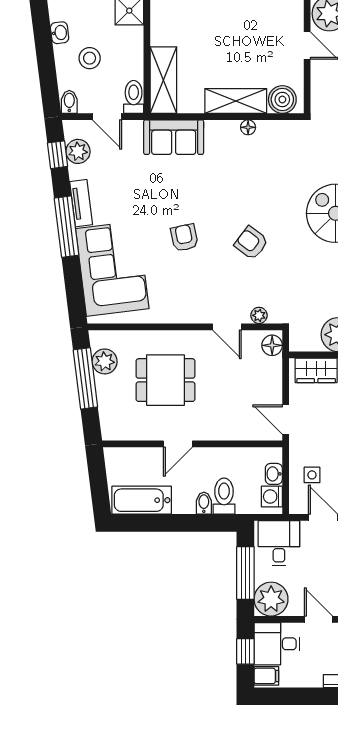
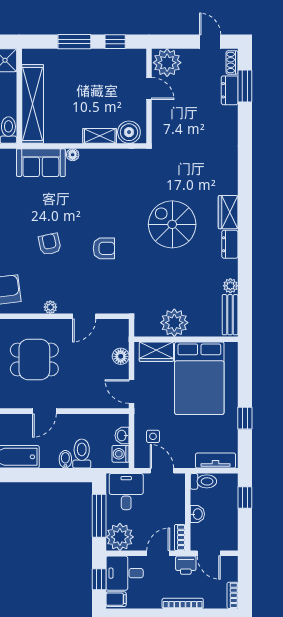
shelving: (163, 80) -> (33, 104), width x1.47
shelving: (236, 101) -> (100, 136), width x0.67, depth x0.75
floor lamp: (248, 127) -> (73, 155), moved
armchair: (251, 243) -> (104, 248), turned 143
plant: (259, 315) -> (50, 307), moved
door: (227, 327) -> (84, 316), hinge flipped
floor lamp: (272, 345) -> (121, 356), moved
door: (318, 619) -> (158, 553), hinge flipped

